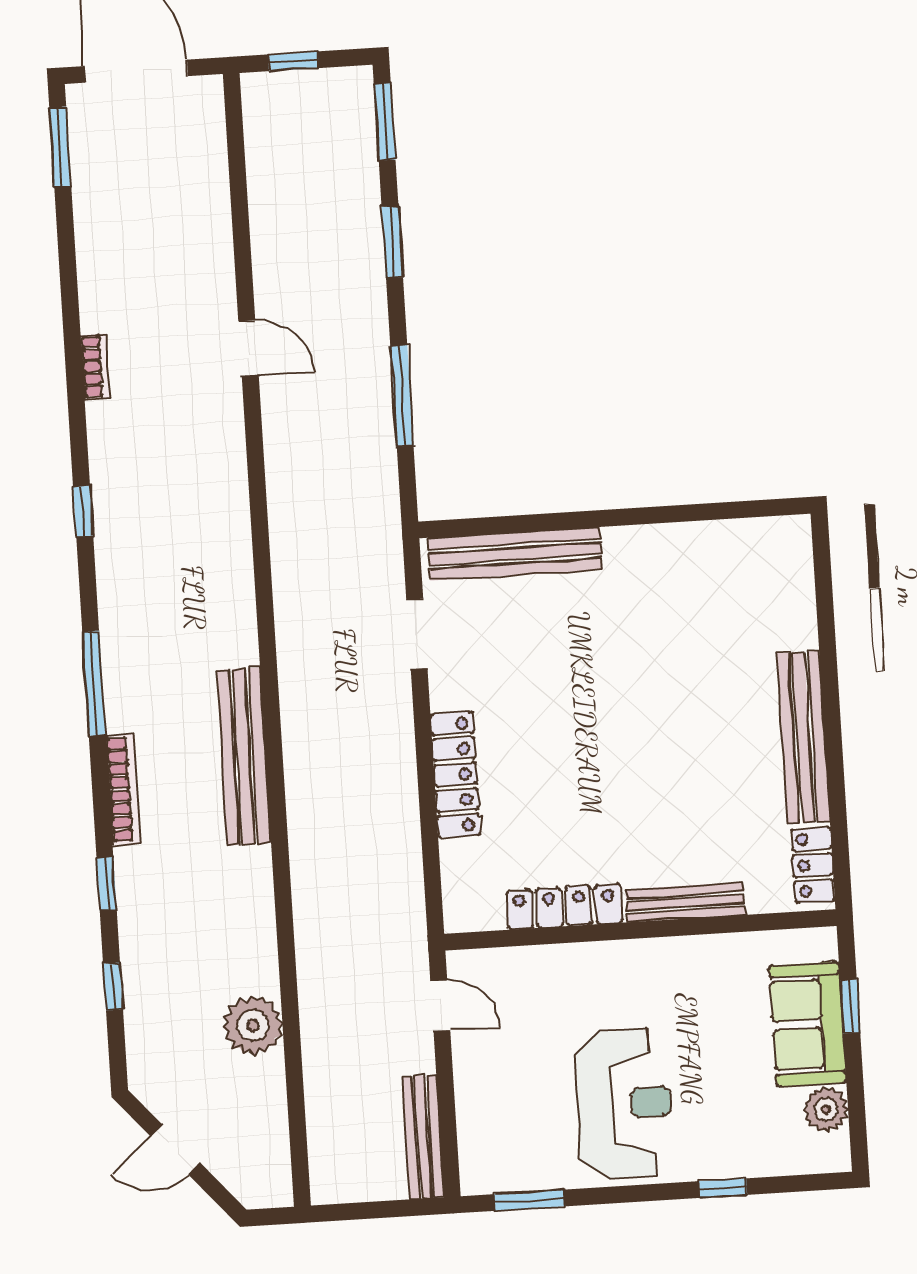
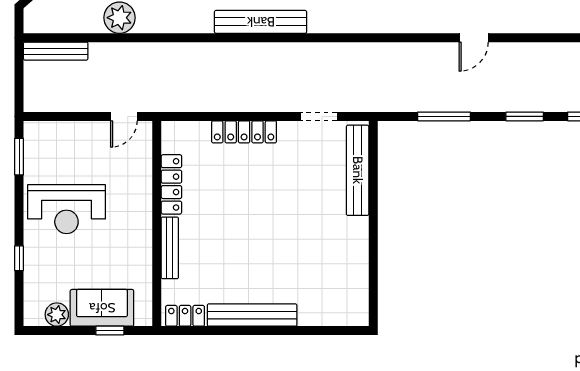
bench: (423, 1137) -> (56, 51), moved

